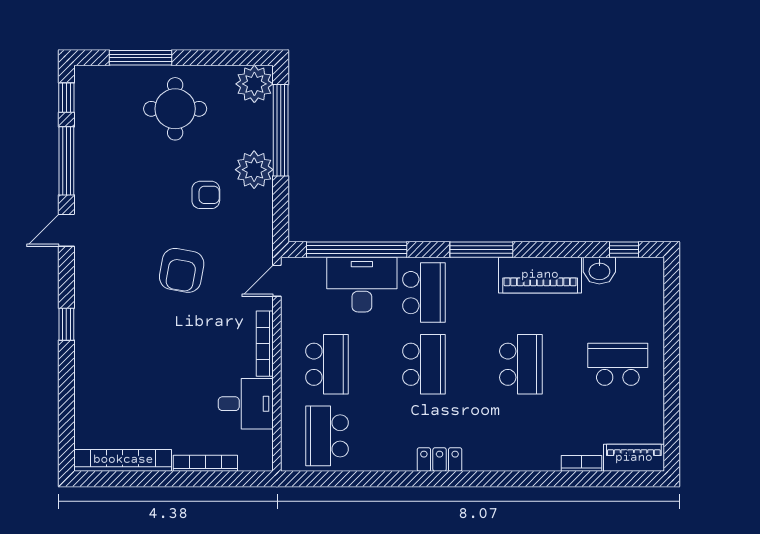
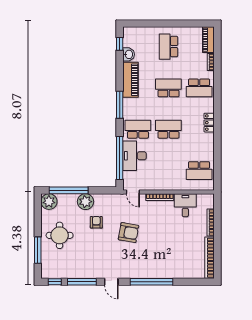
window: (66, 324) -> (151, 282), width x3.17
school desk: (327, 364) -> (199, 88), moved, turned 180

